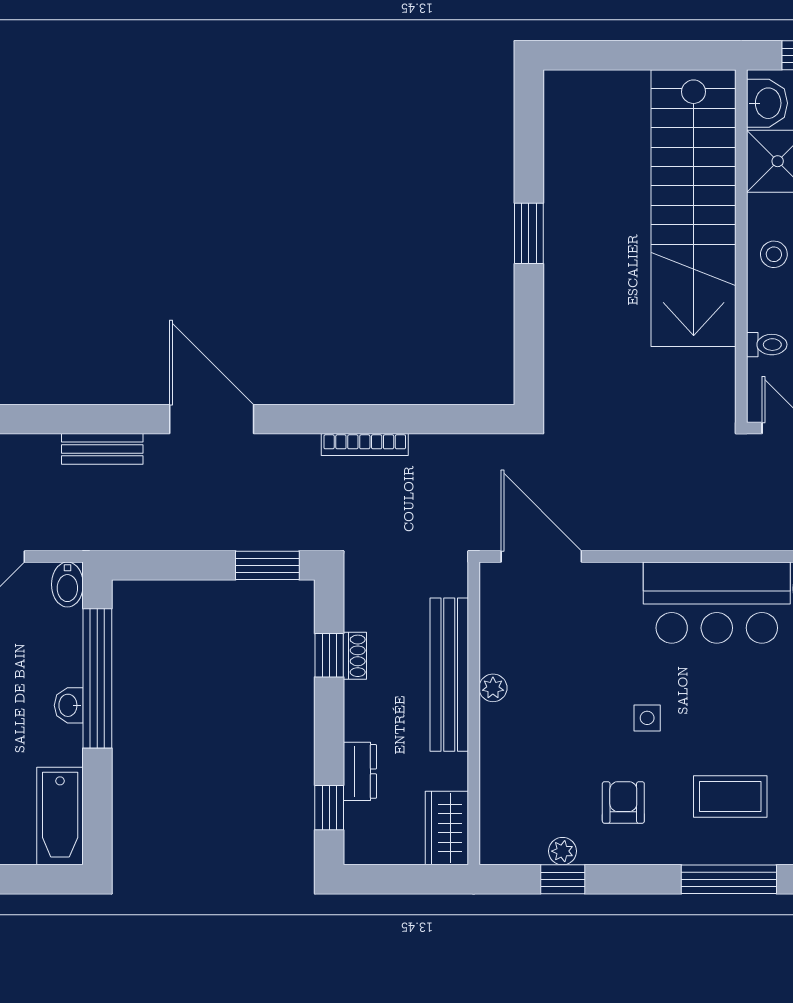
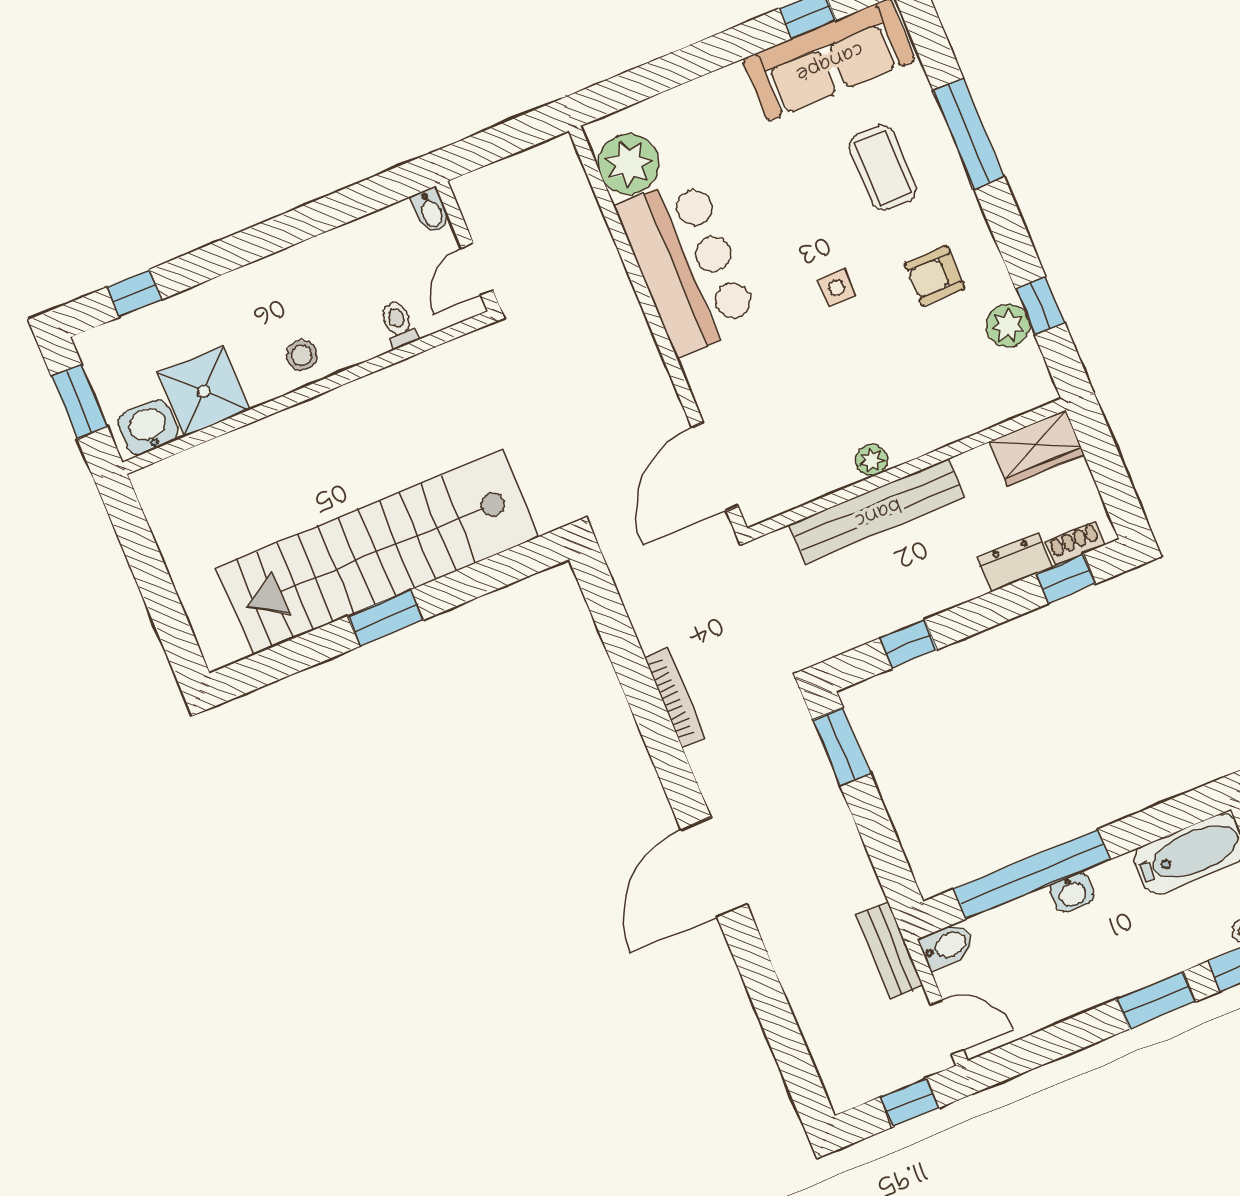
stairs: (694, 208) -> (378, 552), moved, turned 180
bench: (102, 449) -> (890, 950), moved
shoe rack: (355, 656) -> (1075, 543), moved
plant: (562, 851) -> (1008, 326), width x1.38, depth x1.38

